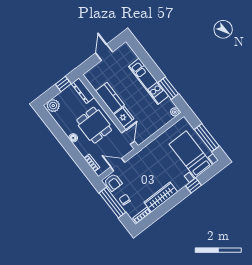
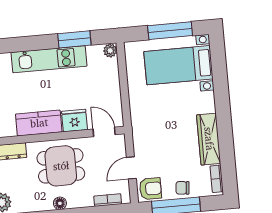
window: (194, 185) -> (221, 87), removed

